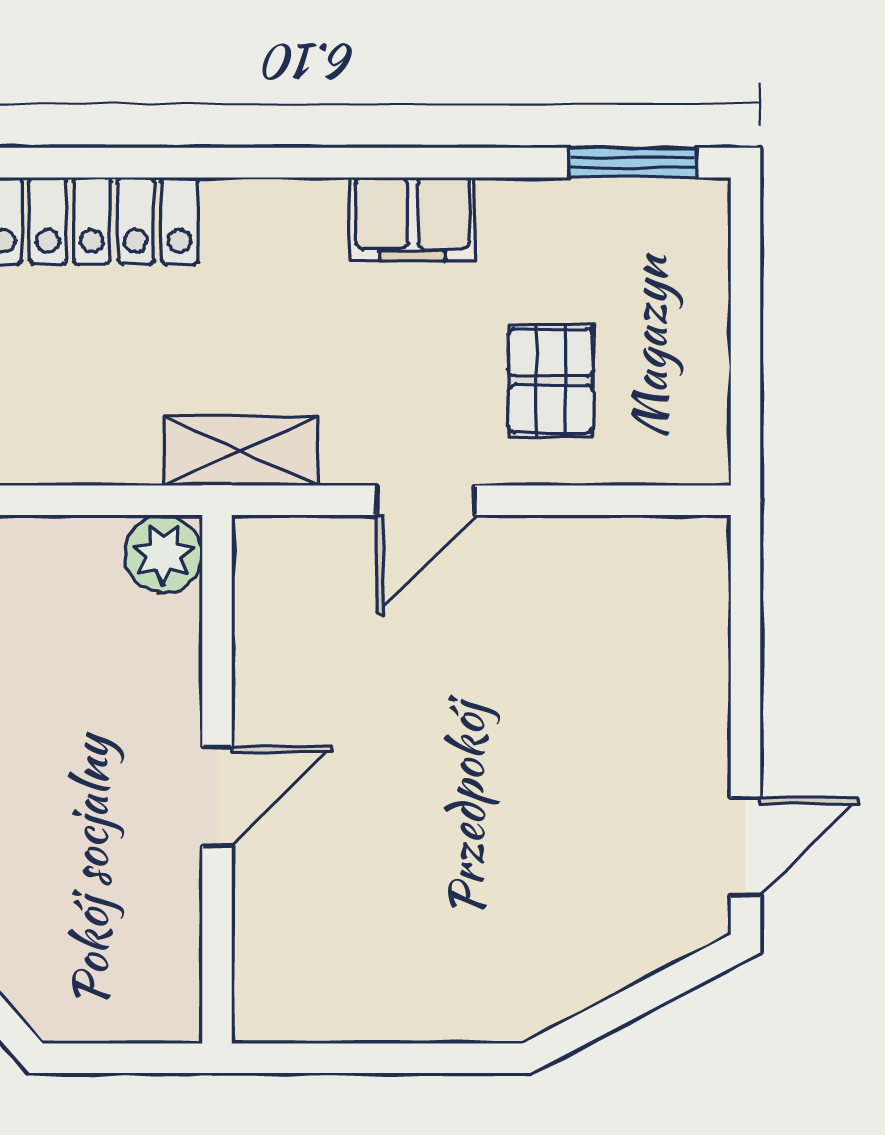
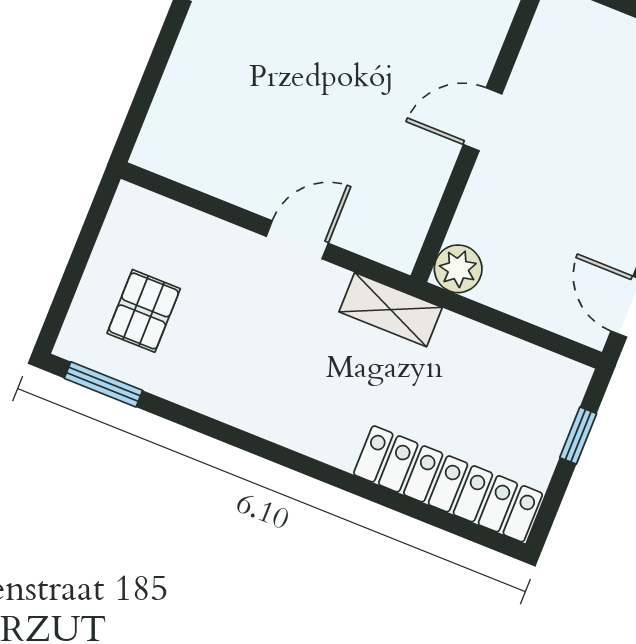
filing cabinet: (412, 219) -> (241, 402), removed
pallet: (551, 381) -> (144, 311), moved

